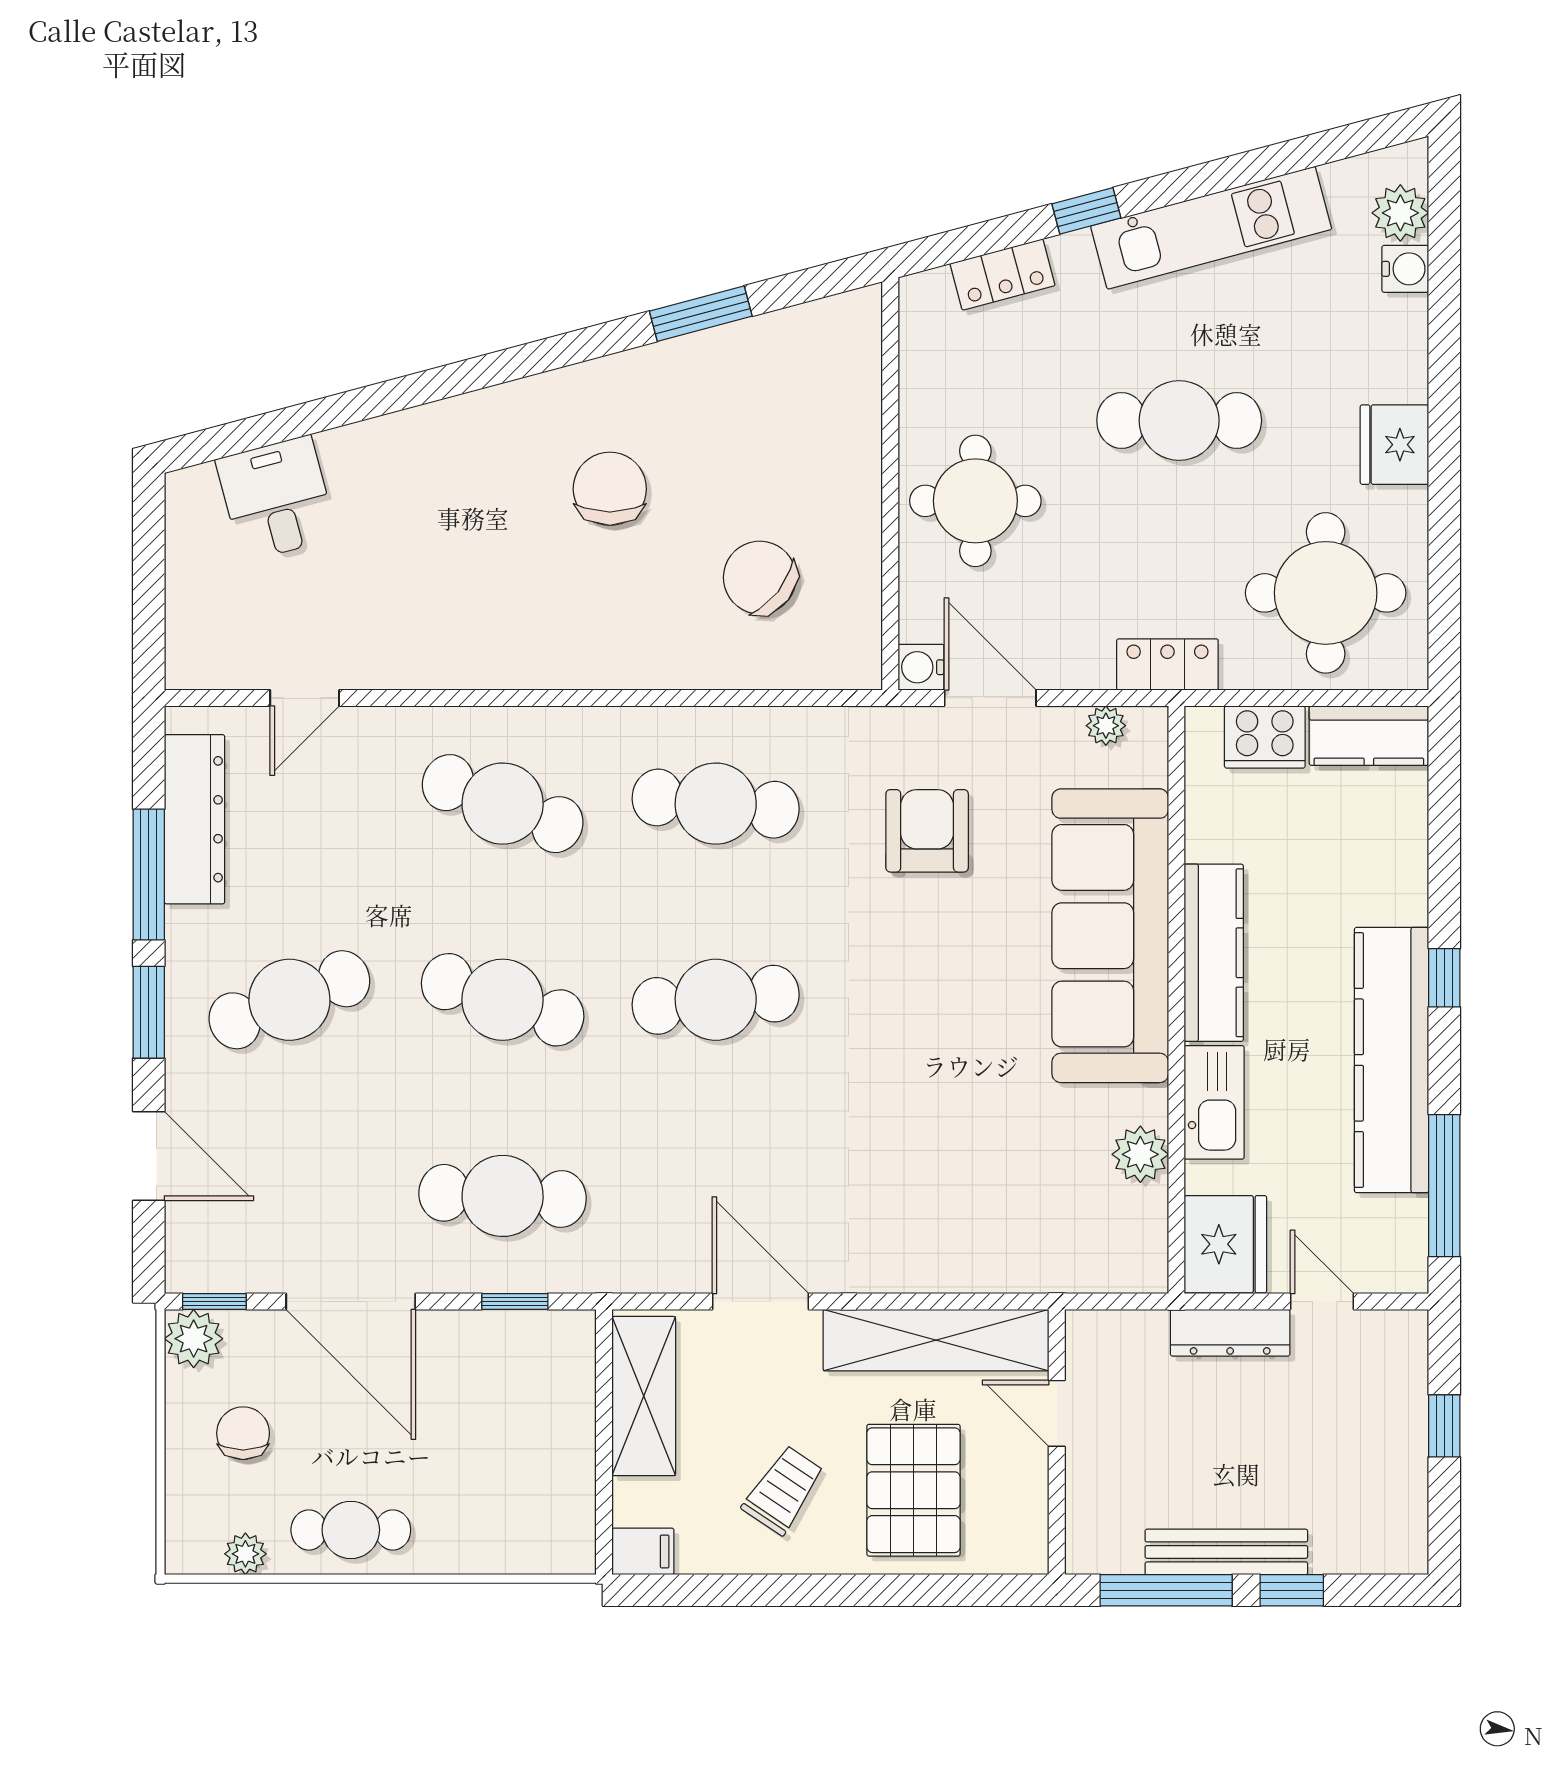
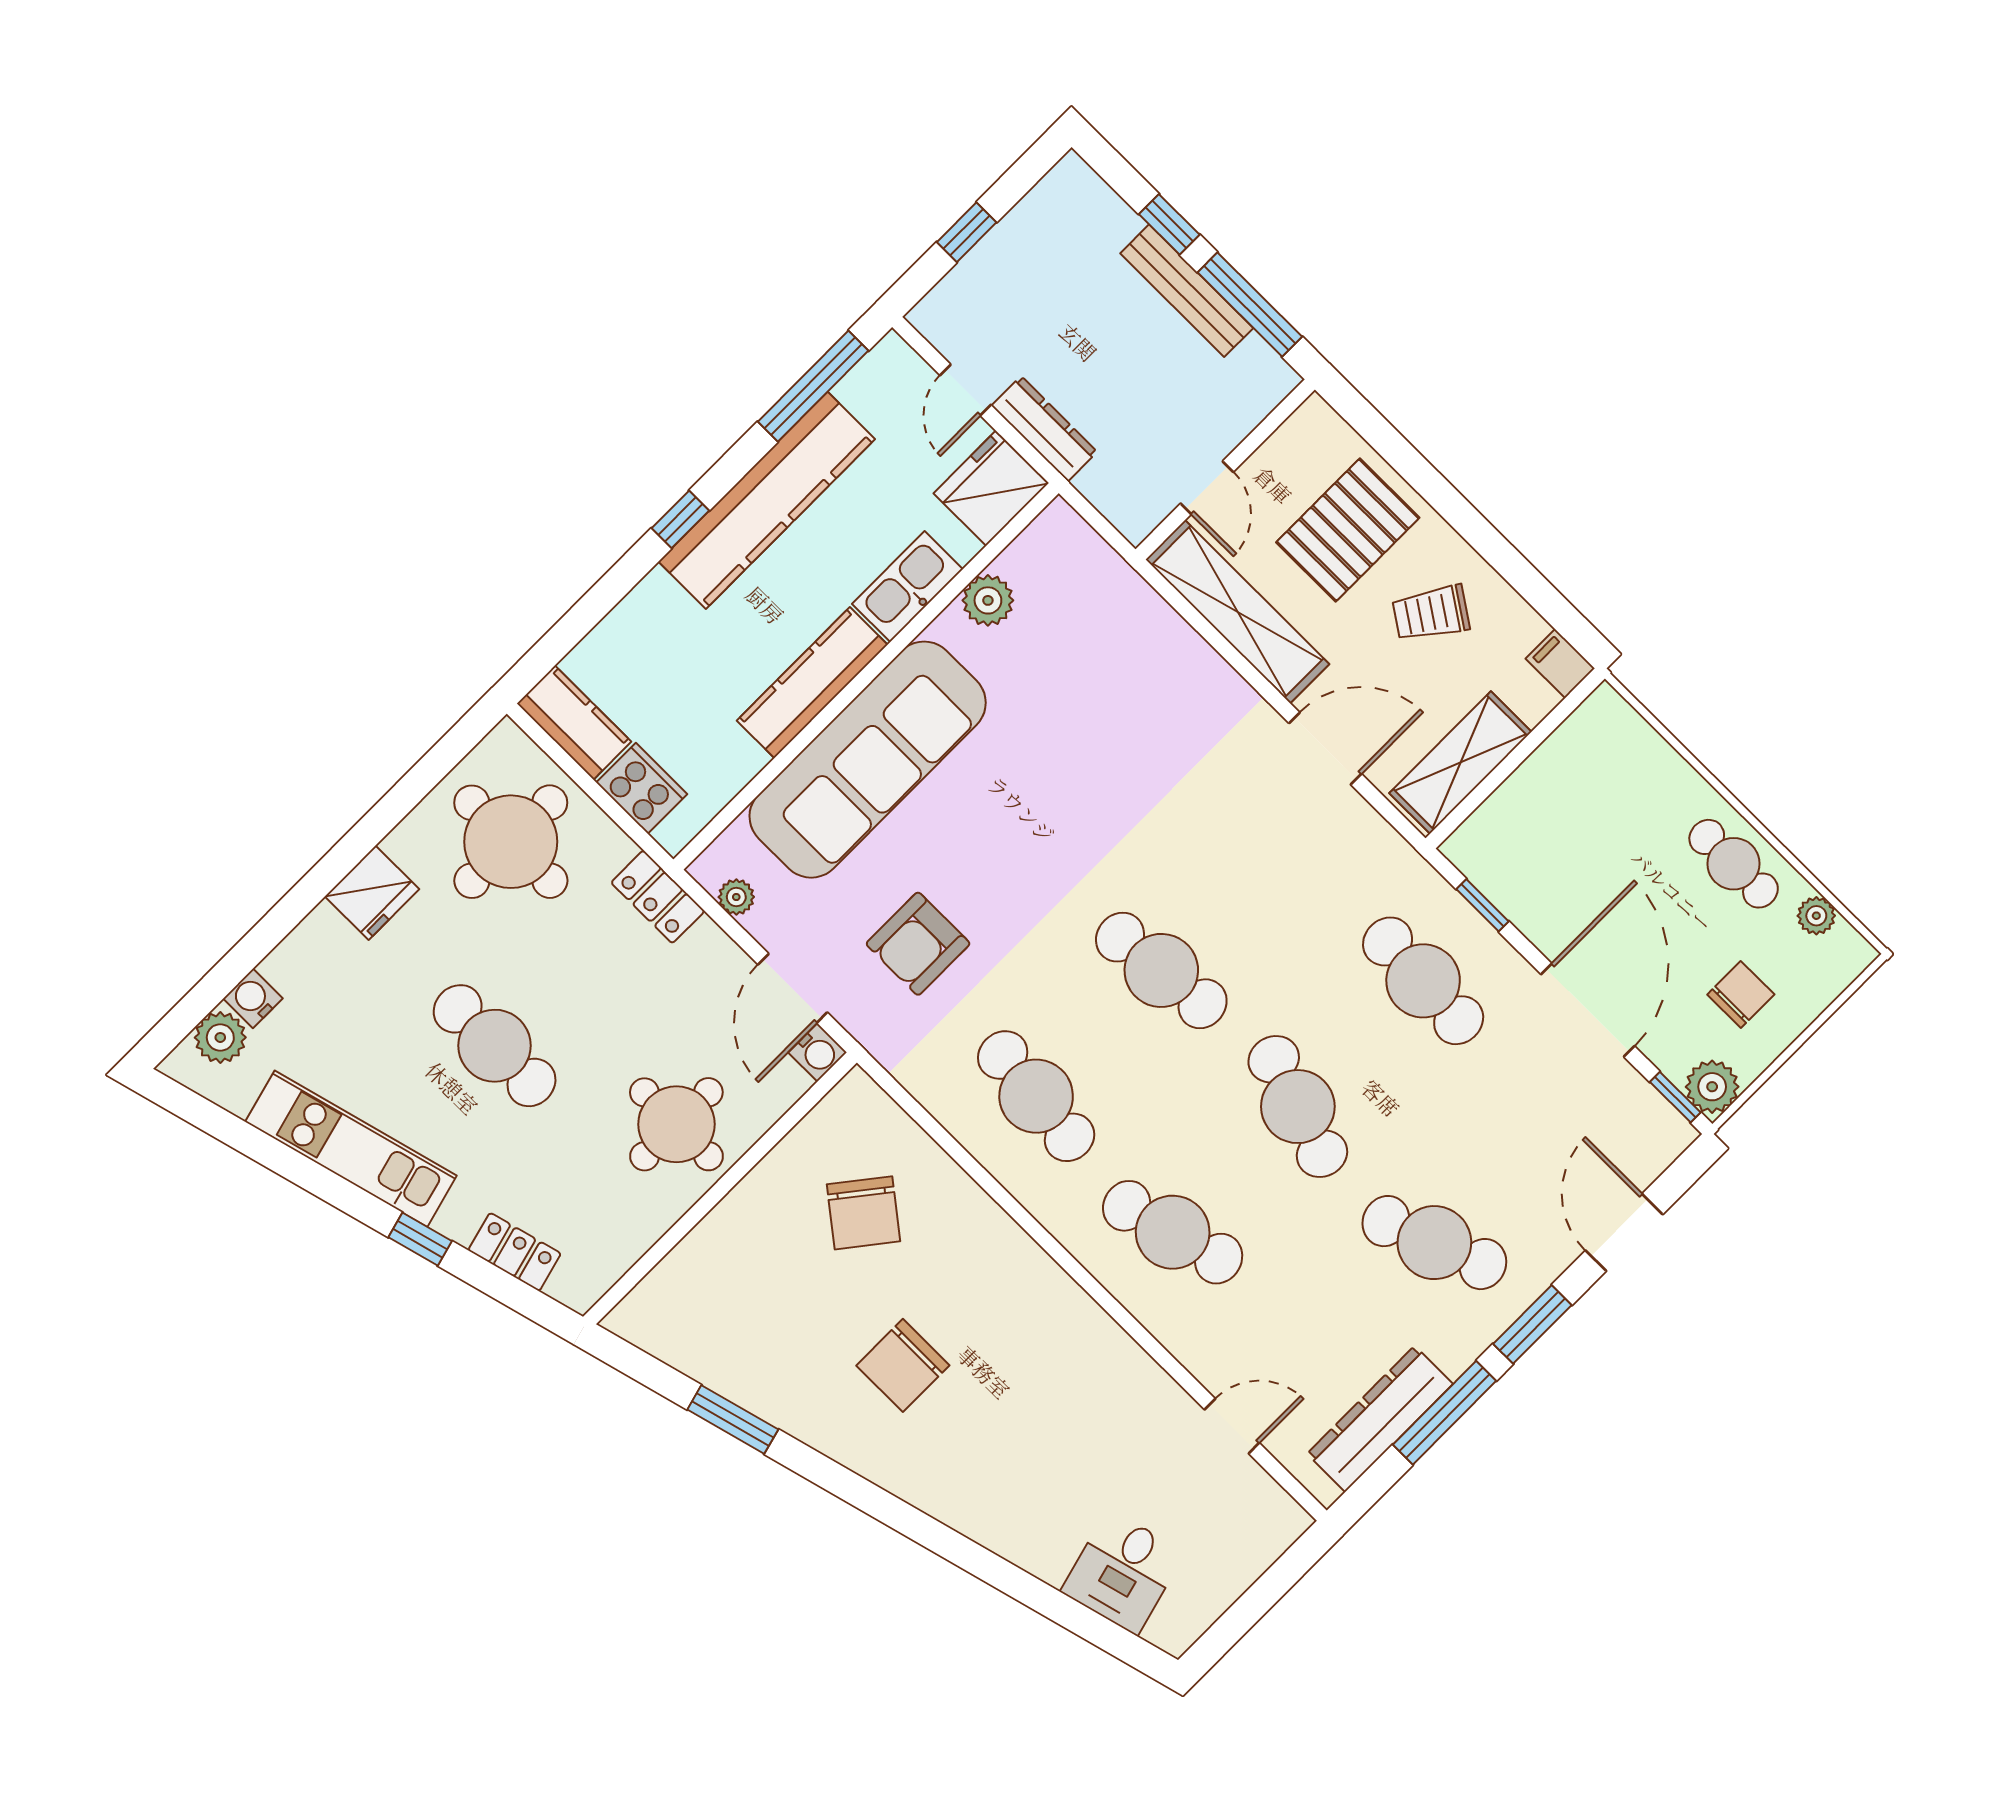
cafe table: (503, 804) -> (1173, 1232), turned -36
door: (760, 1302) -> (1325, 749), swing flipped
chair: (243, 1433) -> (1741, 995), turned 180

